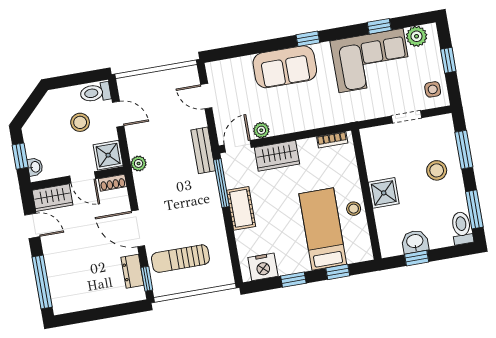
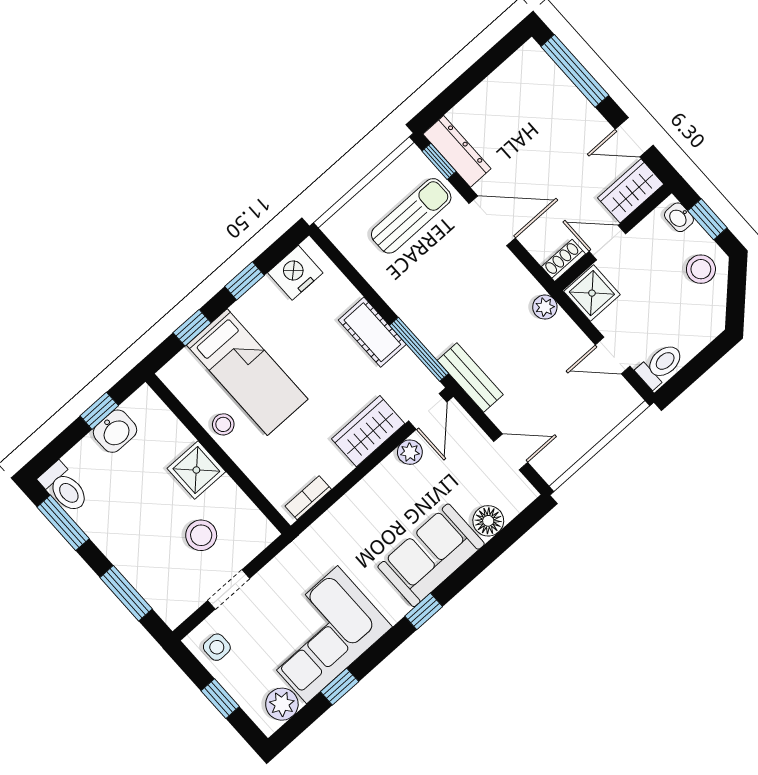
floor lamp: (242, 66) -> (488, 521), added
stool: (80, 122) -> (701, 269), moved
stool: (437, 170) -> (201, 535), moved
dresser: (132, 271) -> (457, 151), width x1.44

